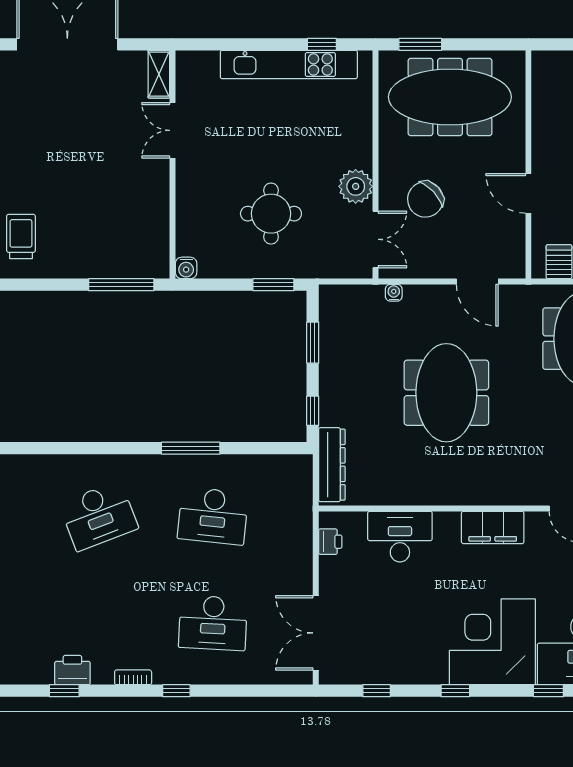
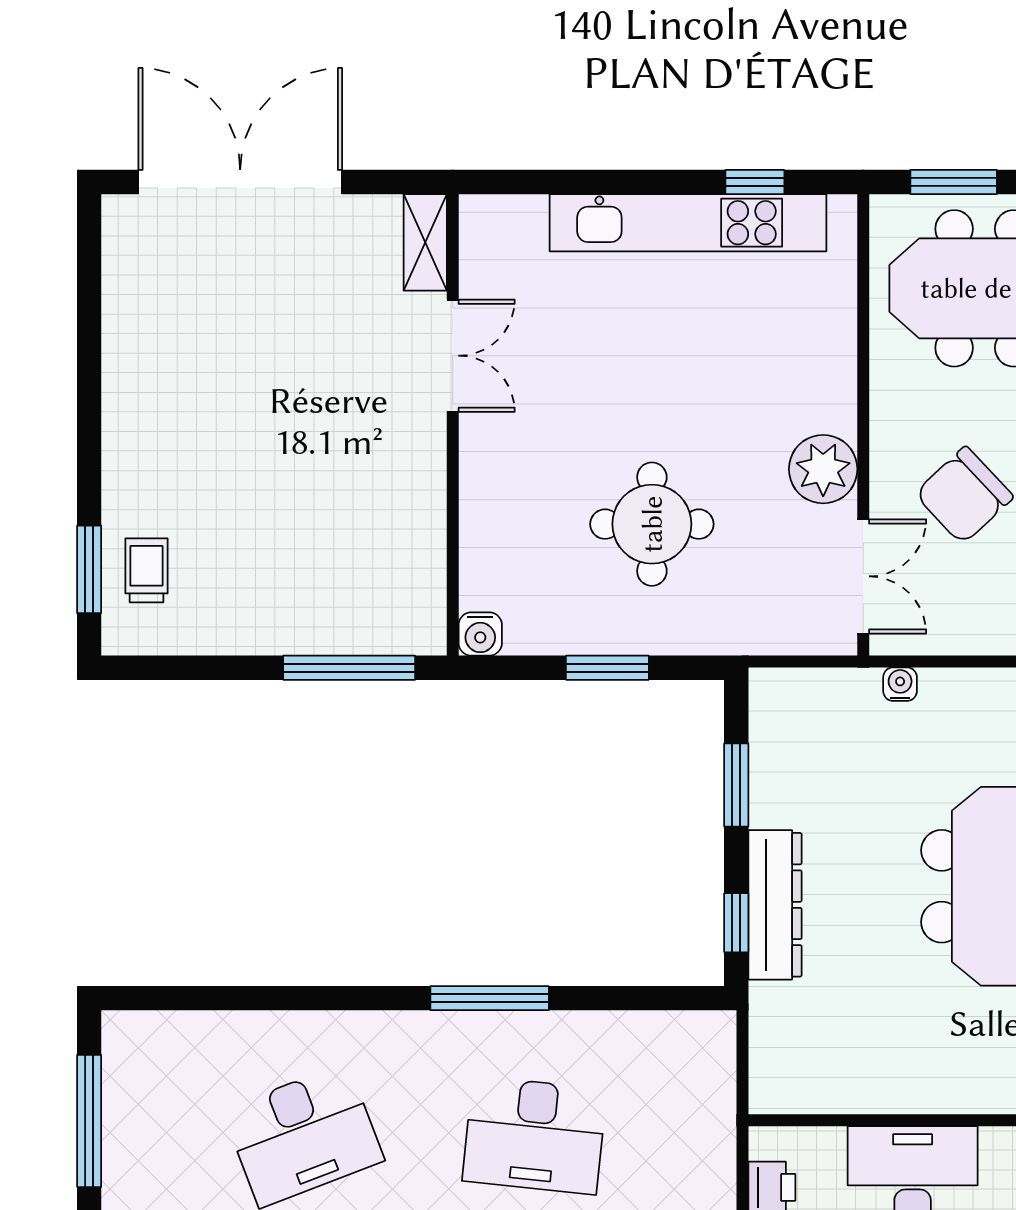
double door: (172, 130) -> (453, 356), swing flipped
trolley: (21, 236) -> (146, 570), width x0.73, depth x0.72
window: (273, 285) -> (607, 668), moved
dresser: (332, 465) -> (775, 905), moved

